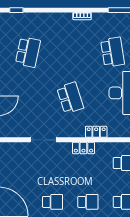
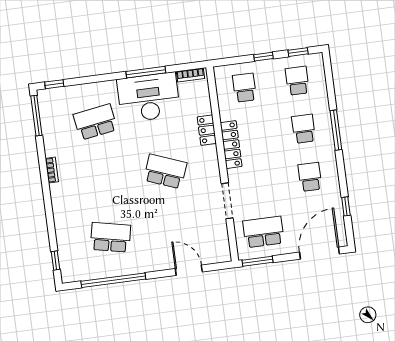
school desk: (70, 98) -> (165, 171), turned 39
locker: (83, 148) -> (231, 145), width x1.53
school desk: (17, 163) -> (263, 232), added

